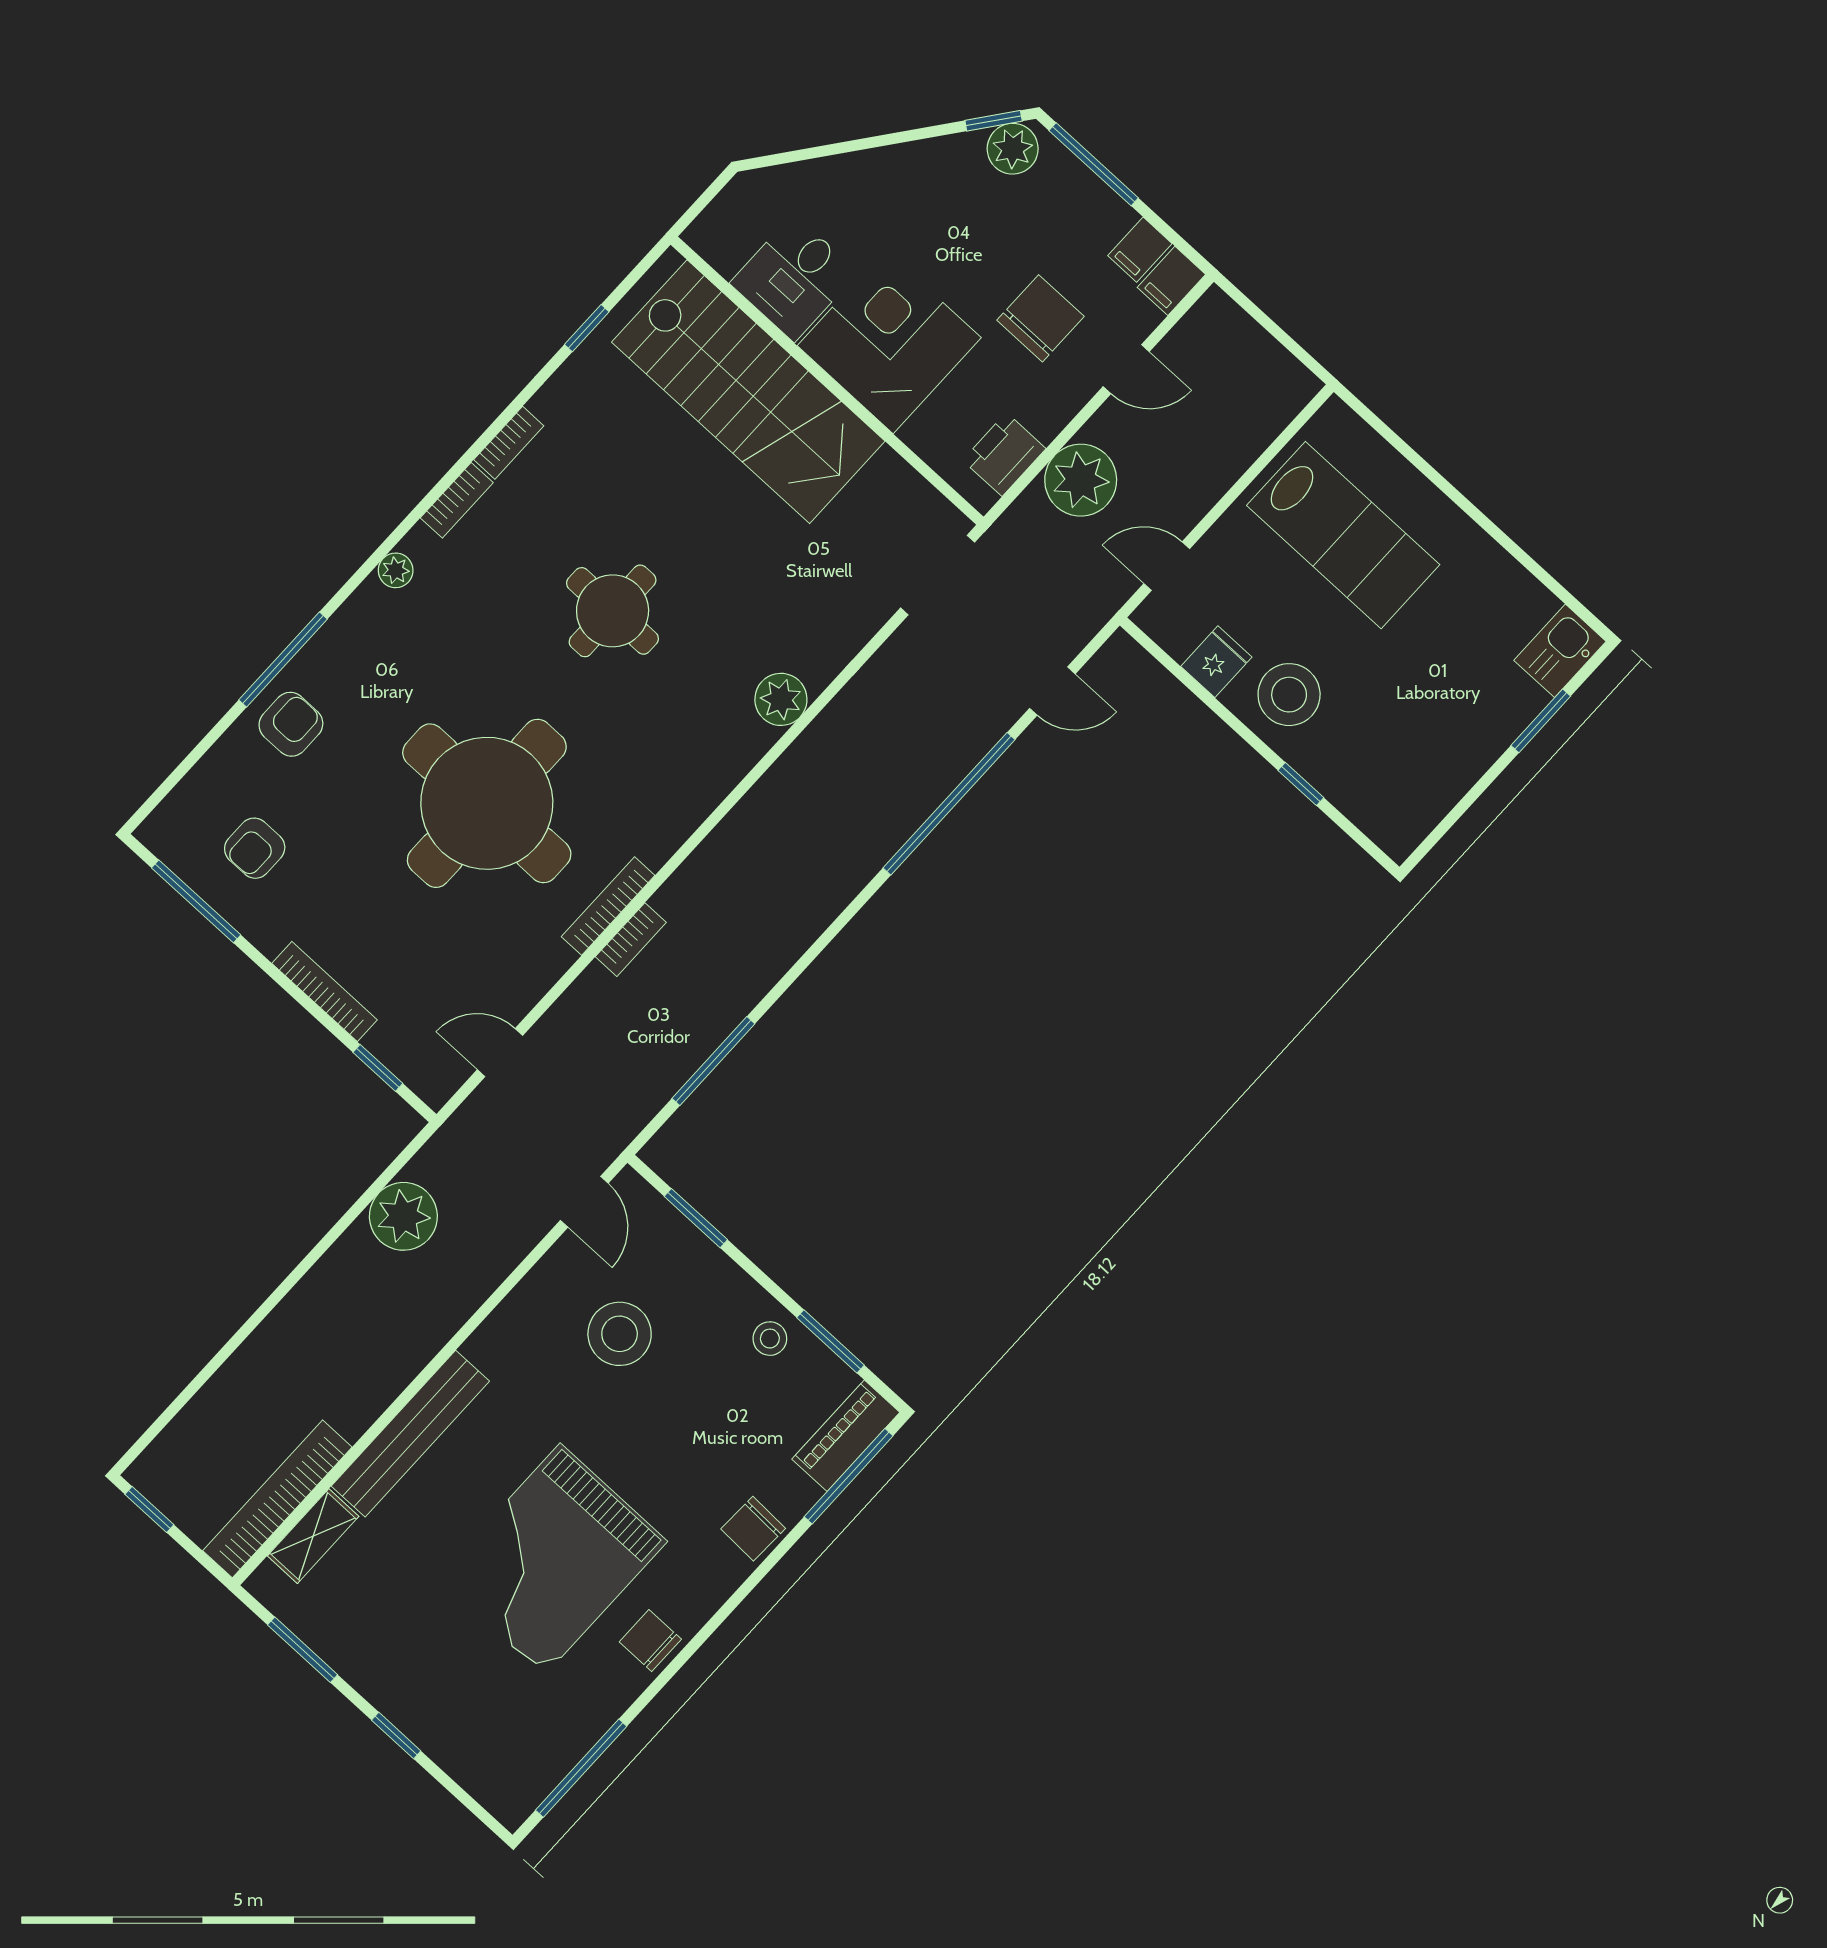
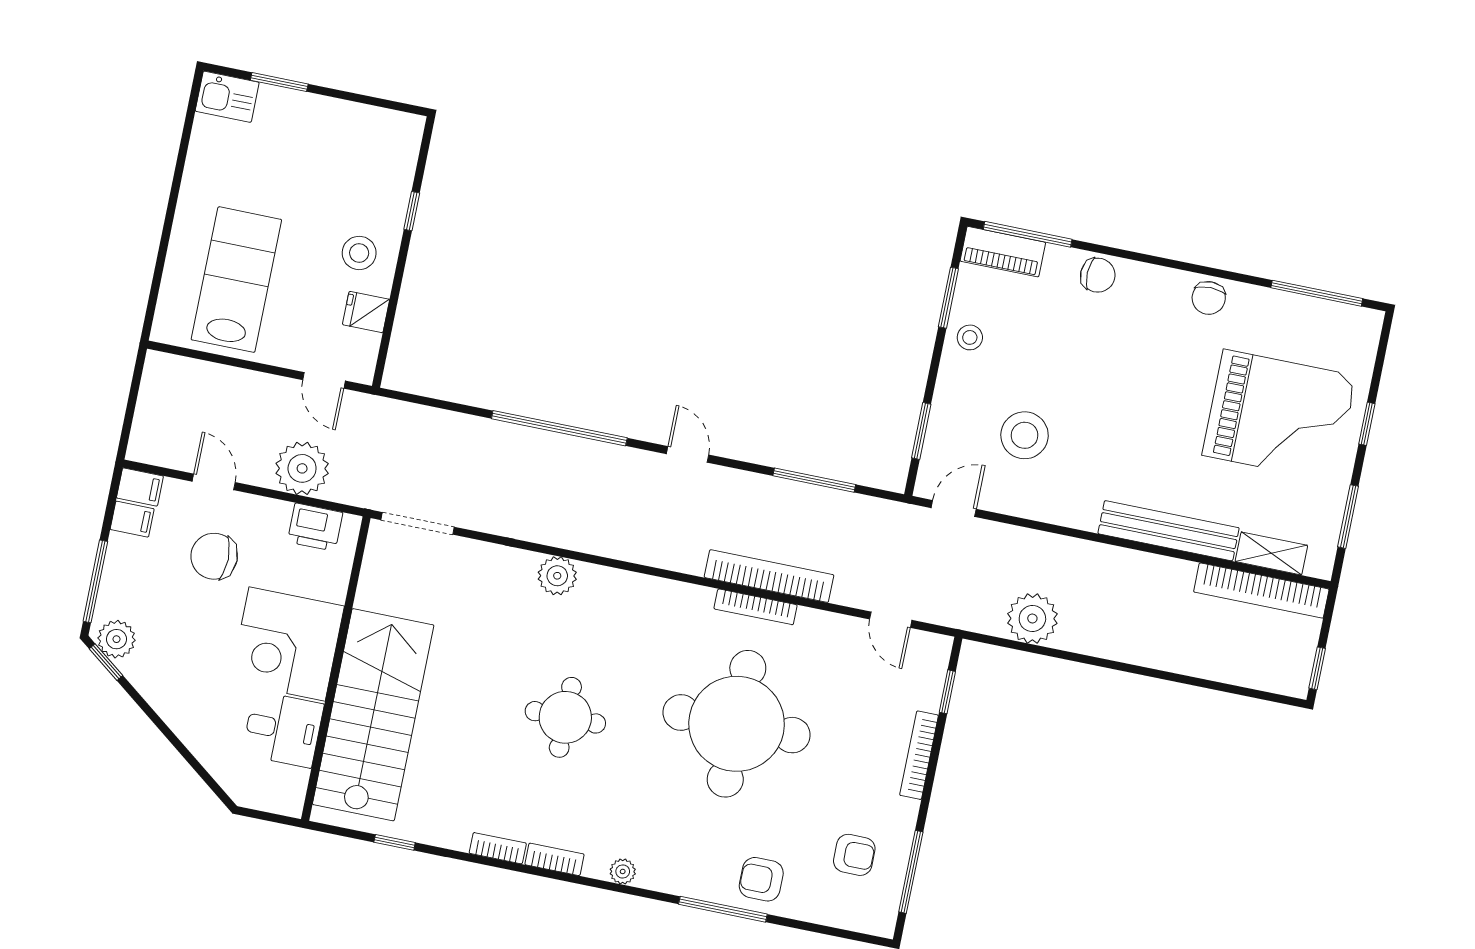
door: (1052, 691) -> (688, 454), moved
stool: (1289, 695) -> (359, 253), width x0.73, depth x0.73
bookcase: (631, 940) -> (769, 576), width x2.31, depth x1.31
grand piano: (552, 1559) -> (1279, 416), moved

